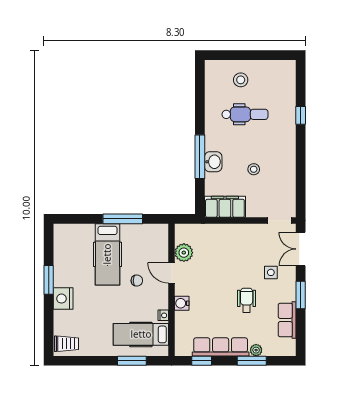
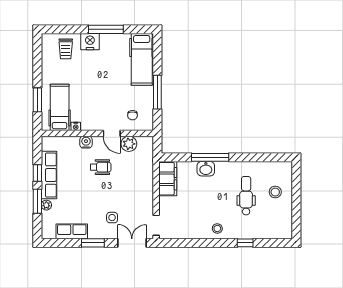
dental chair: (245, 114) -> (246, 196), turned 180
stool: (254, 169) -> (217, 228), moved
hospital bed: (107, 254) -> (142, 59), moved, turned -90
door: (171, 273) -> (112, 133), swing flipped
window: (49, 280) -> (106, 29), width x1.44
chair: (137, 281) -> (132, 115), moved
wheelchair: (247, 300) -> (101, 167), moved
trolley: (66, 344) -> (66, 49), moved
window: (202, 361) -> (37, 173), moved

